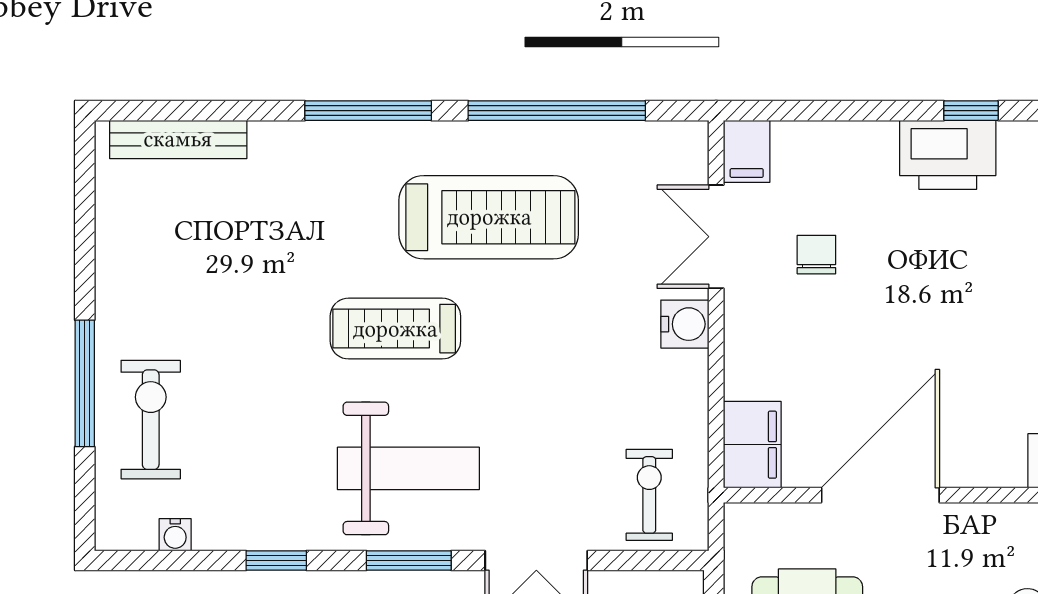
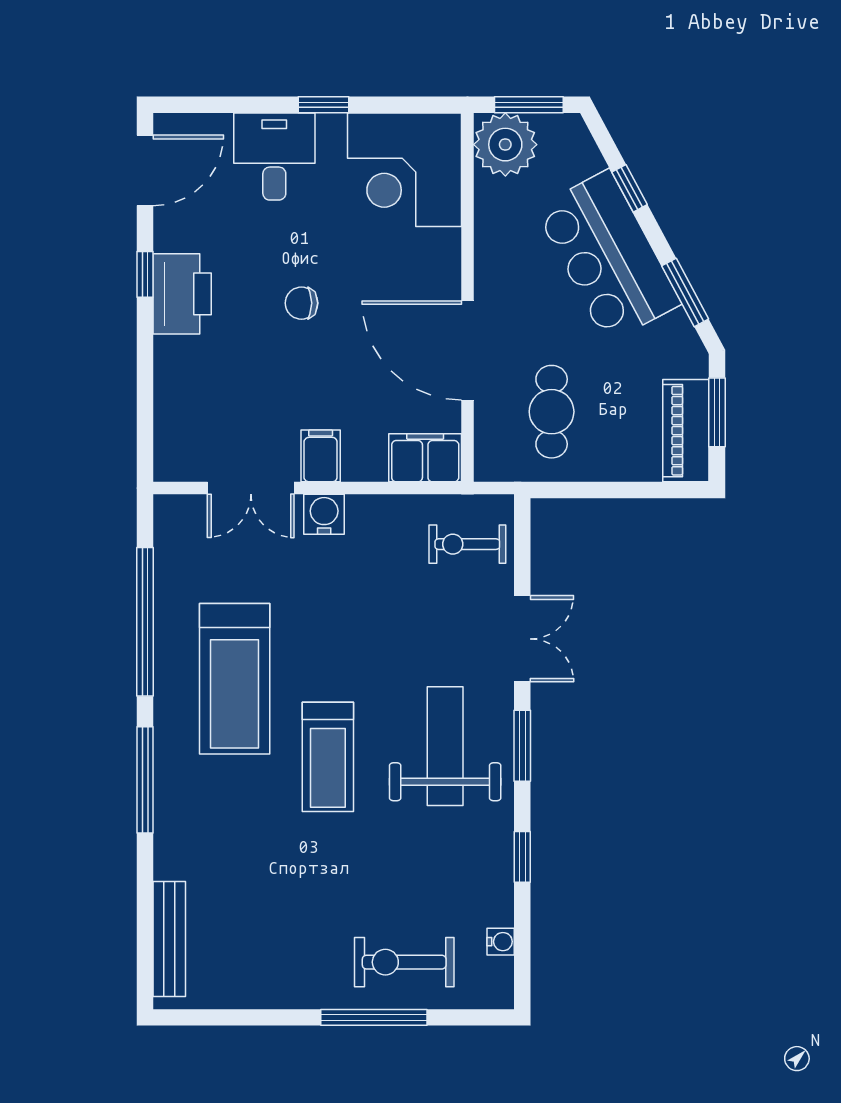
filing cabinet: (747, 151) -> (321, 456), moved, turned -90
treadmill: (489, 217) -> (235, 679), turned 180
chair: (816, 255) -> (302, 303), moved

